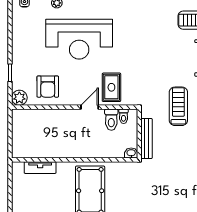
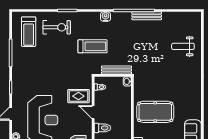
treadmill: (178, 106) -> (93, 46), turned 180
toilet: (111, 120) -> (102, 128), moved

